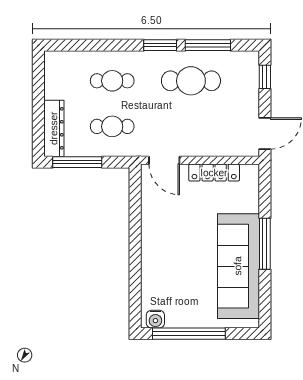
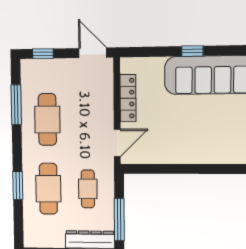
window: (160, 45) -> (18, 185), moved
cafe table: (112, 81) -> (48, 189), width x1.37, depth x1.35
window: (265, 244) -> (192, 51), width x0.46

